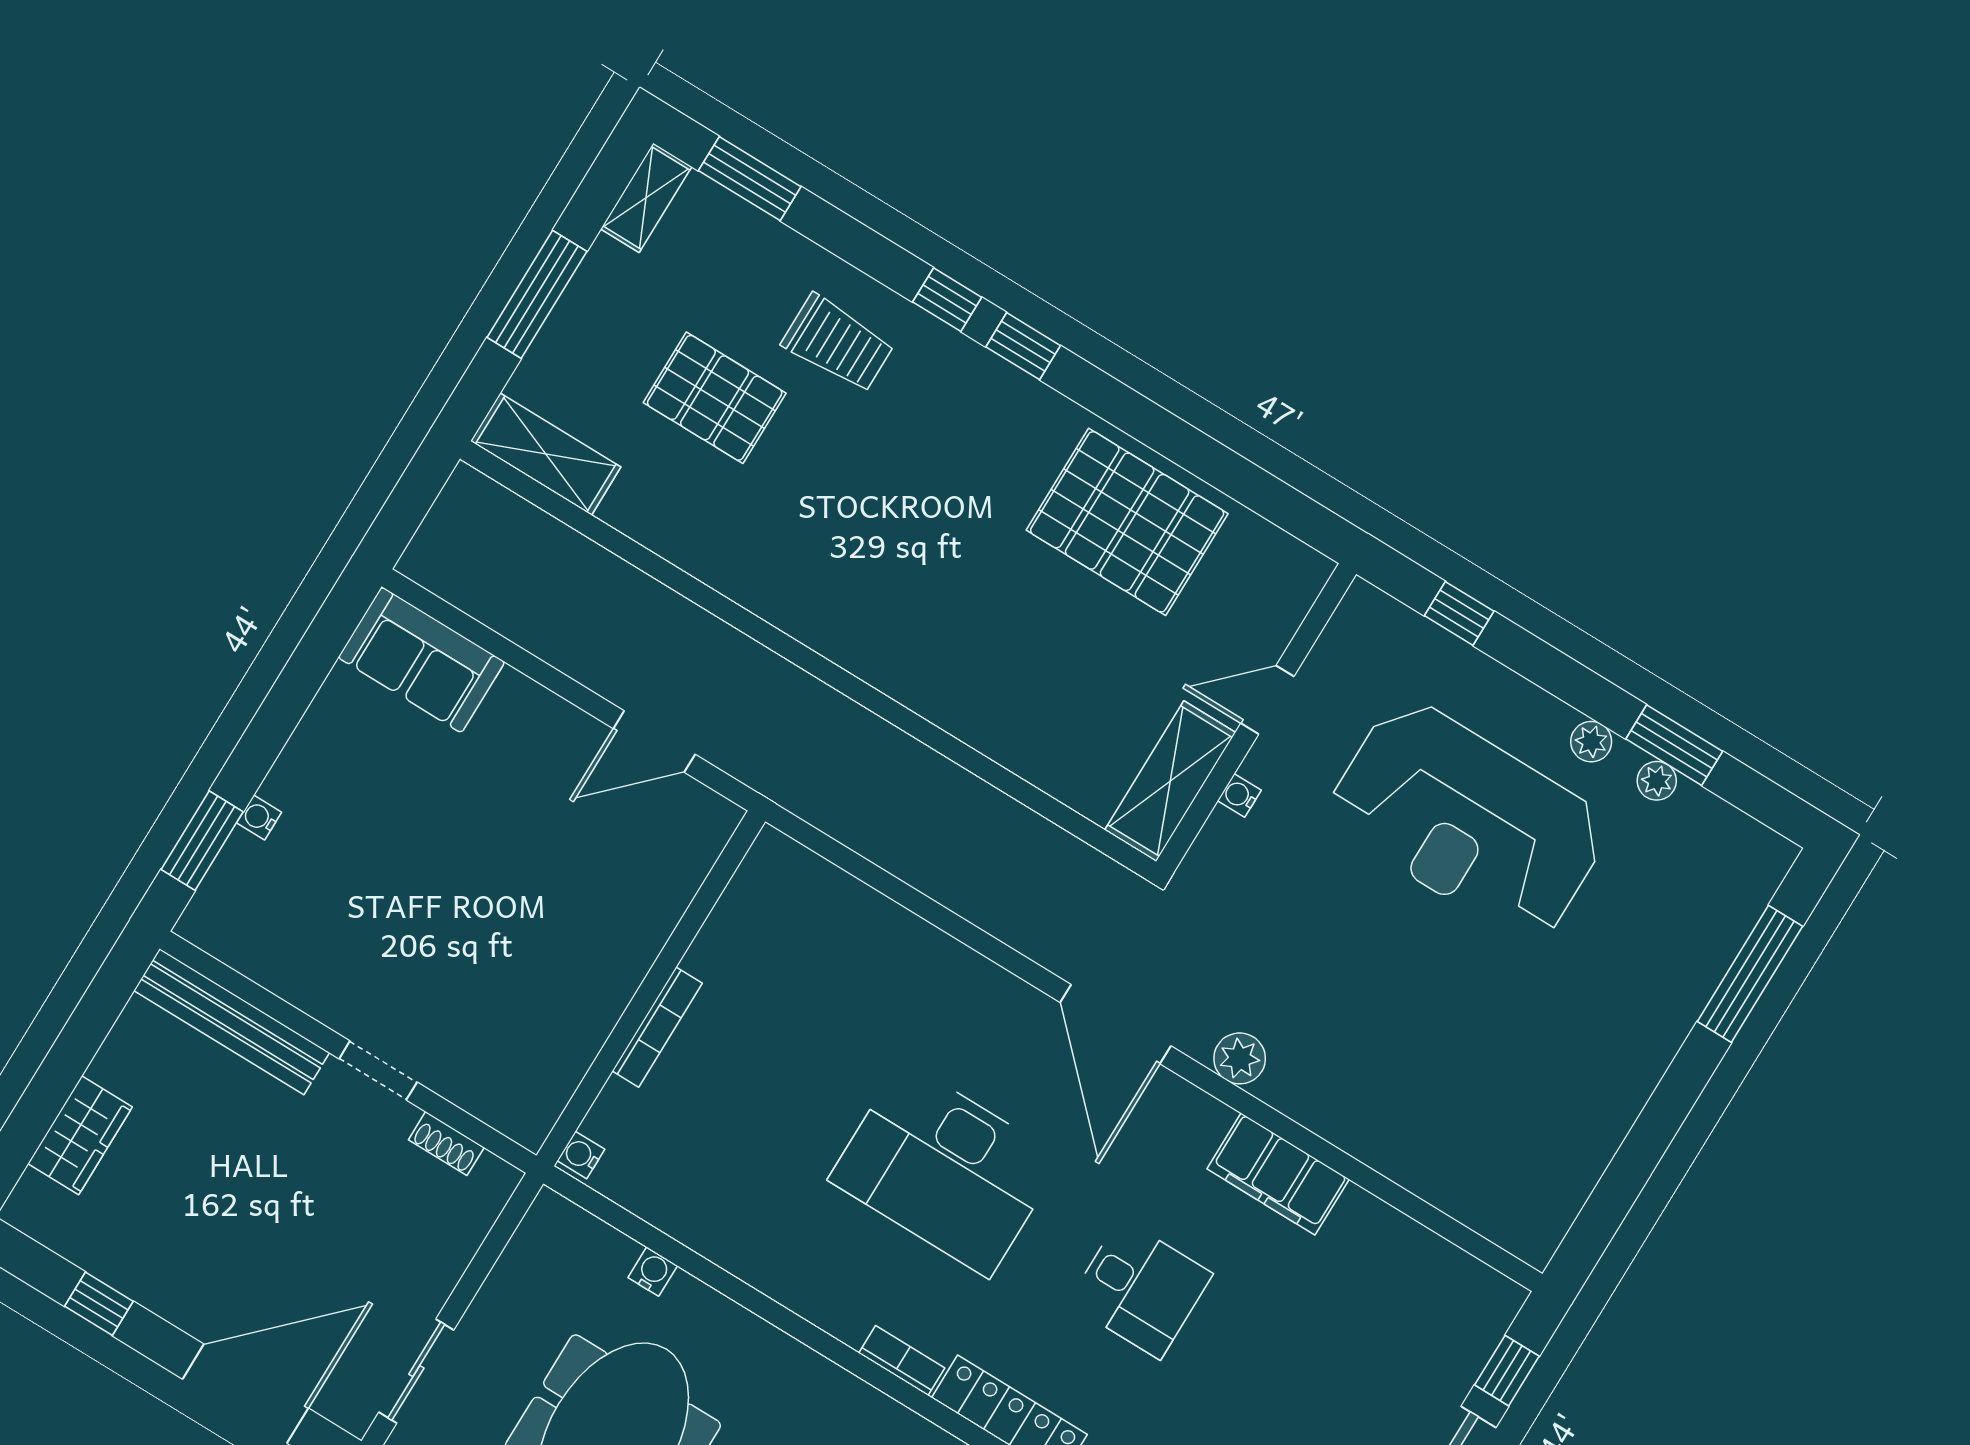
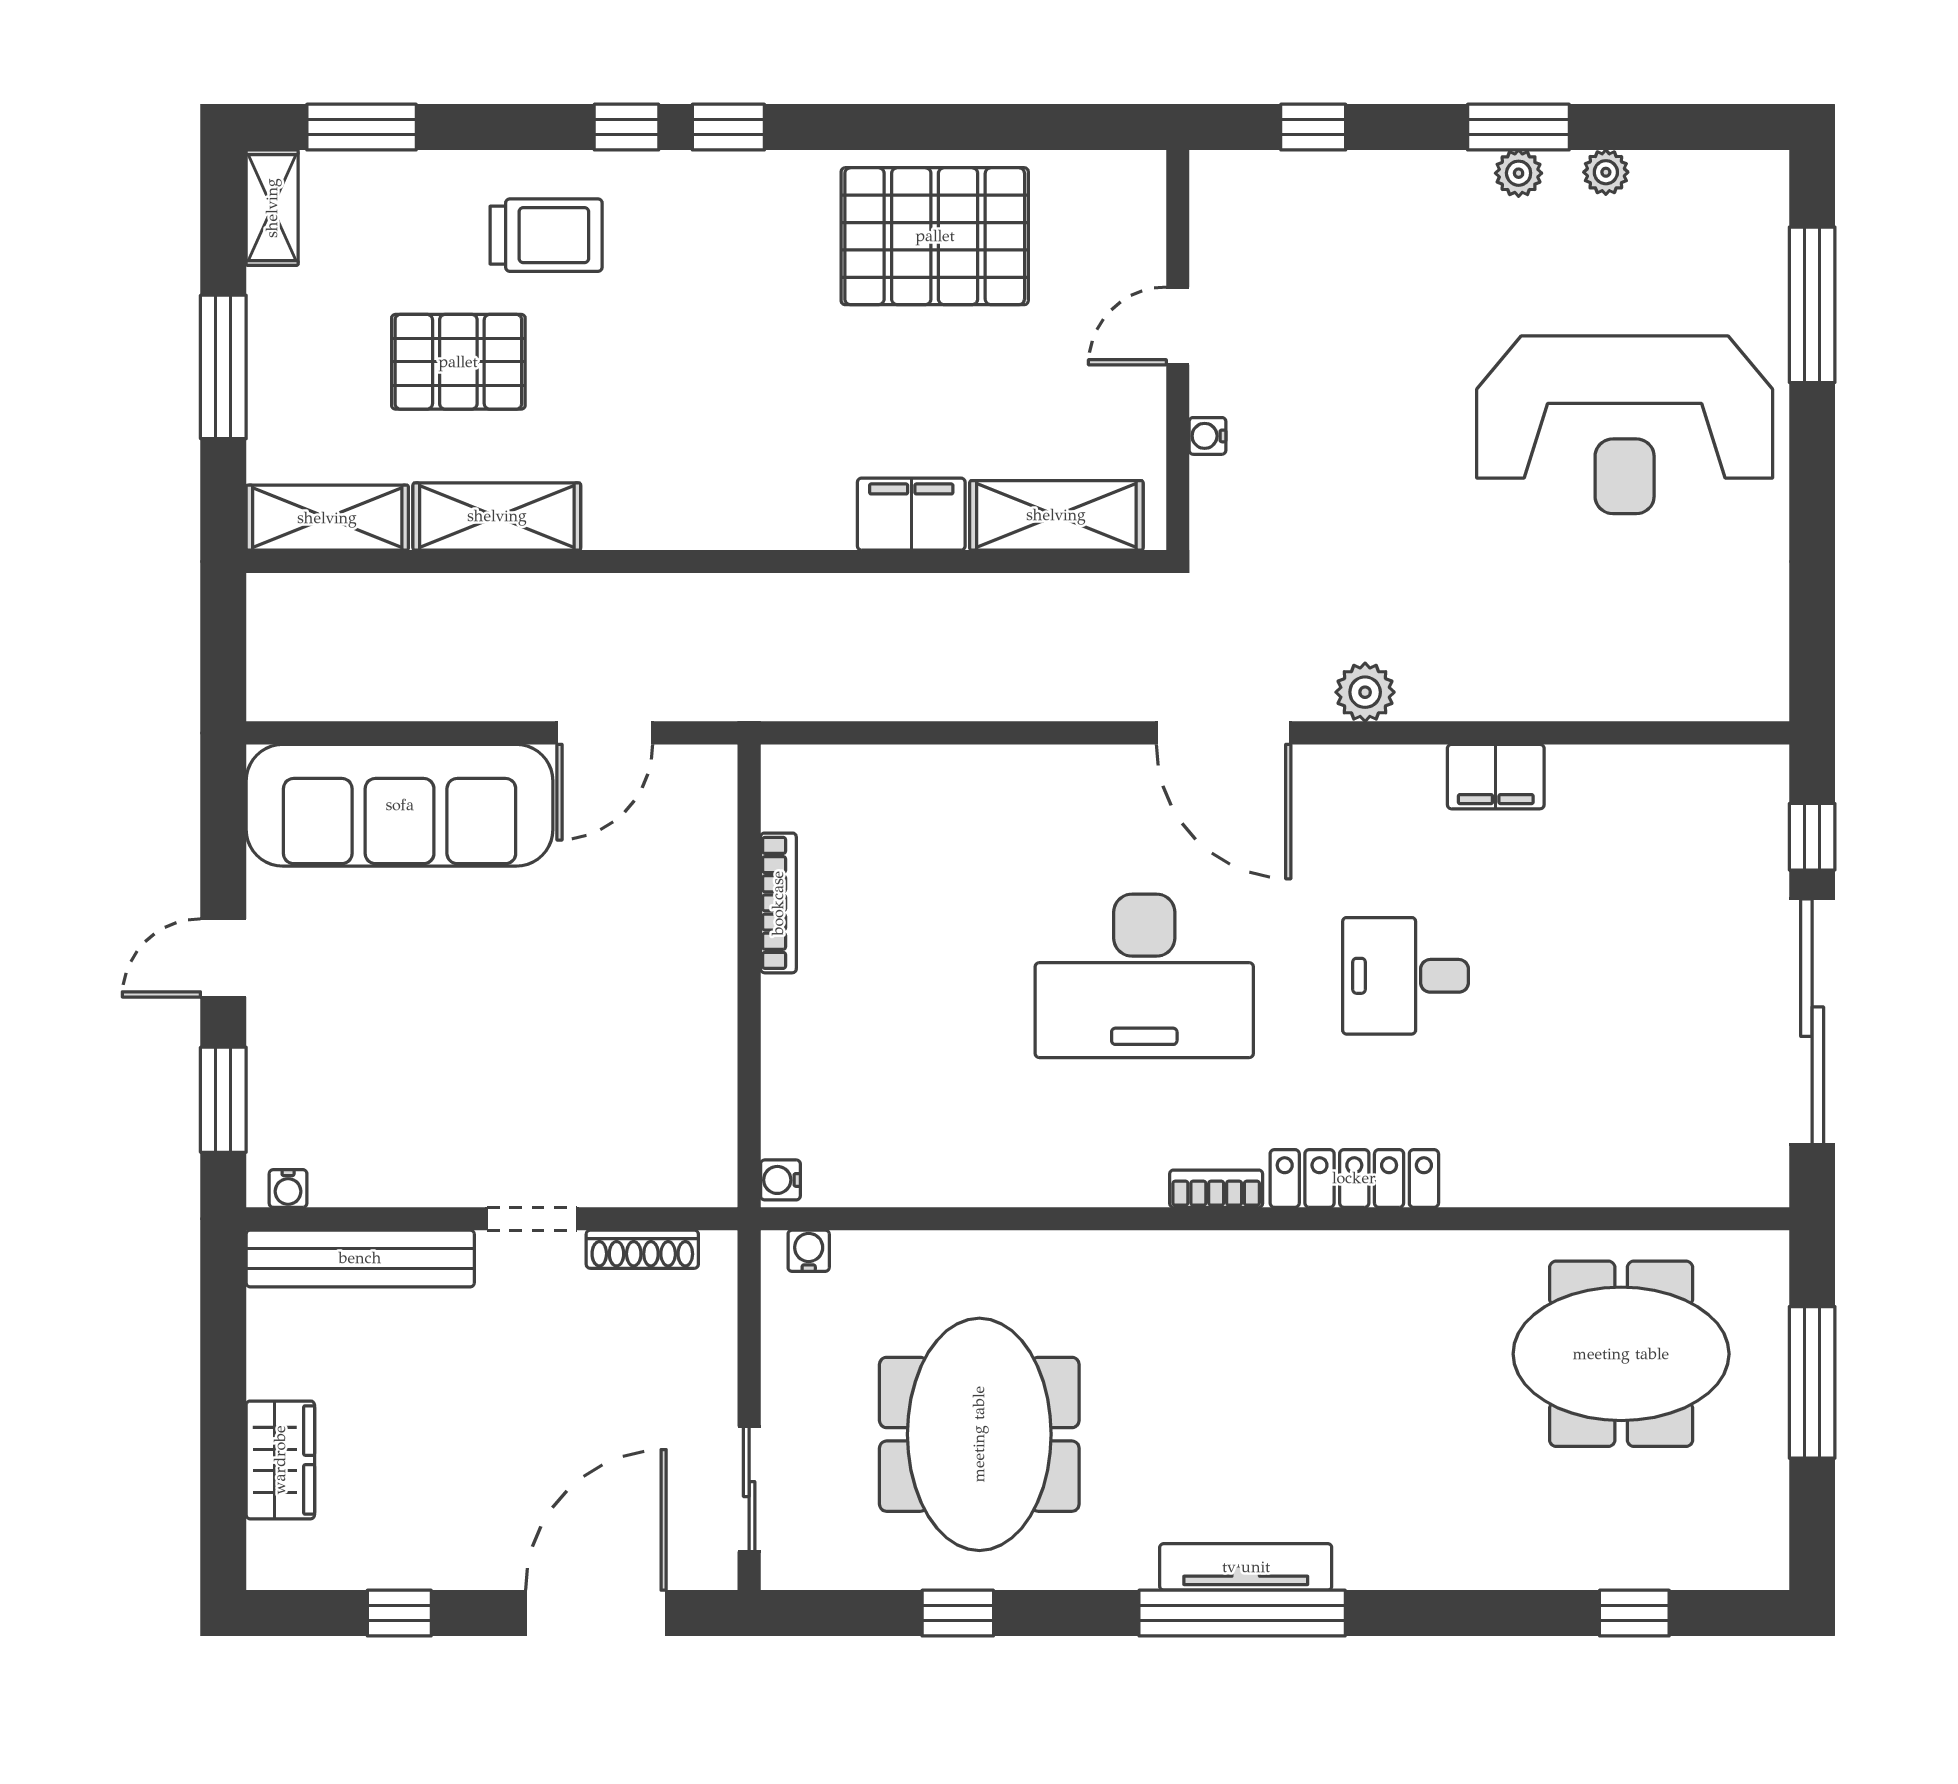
shelving: (673, 531) -> (497, 516), added
sofa: (421, 660) -> (400, 805), width x1.85, depth x1.27
filing cabinet: (983, 718) -> (911, 514), added
door: (267, 735) -> (223, 958), added
window: (1674, 745) -> (1518, 127), moved
shelving: (1170, 781) -> (1056, 515), moved, turned 90
water cooler: (259, 817) -> (288, 1188), moved, turned -90
reception desk: (1468, 821) -> (1625, 425), moved
bookcase: (657, 1027) -> (778, 903), moved
shoe rack: (446, 1144) -> (642, 1249), width x1.43
filing cabinet: (1278, 1174) -> (1496, 777), width x0.67, depth x0.86
water cooler: (653, 1272) -> (809, 1251), moved
desk: (1140, 1288) -> (1406, 976), turned 180

